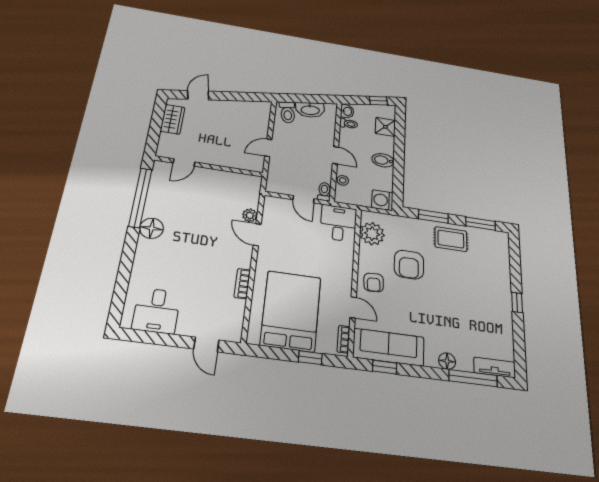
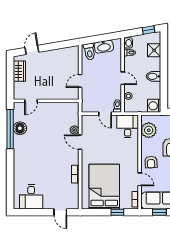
floor lamp: (152, 228) -> (20, 128), moved

